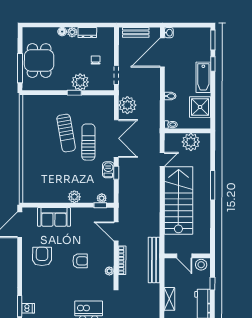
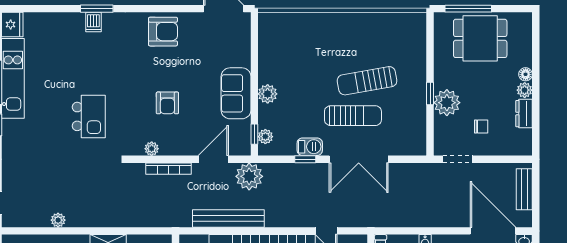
plant: (127, 105) -> (249, 176), moved
sofa: (54, 217) -> (236, 93), moved
armchair: (42, 256) -> (163, 32), moved
bench: (154, 260) -> (228, 218), moved

